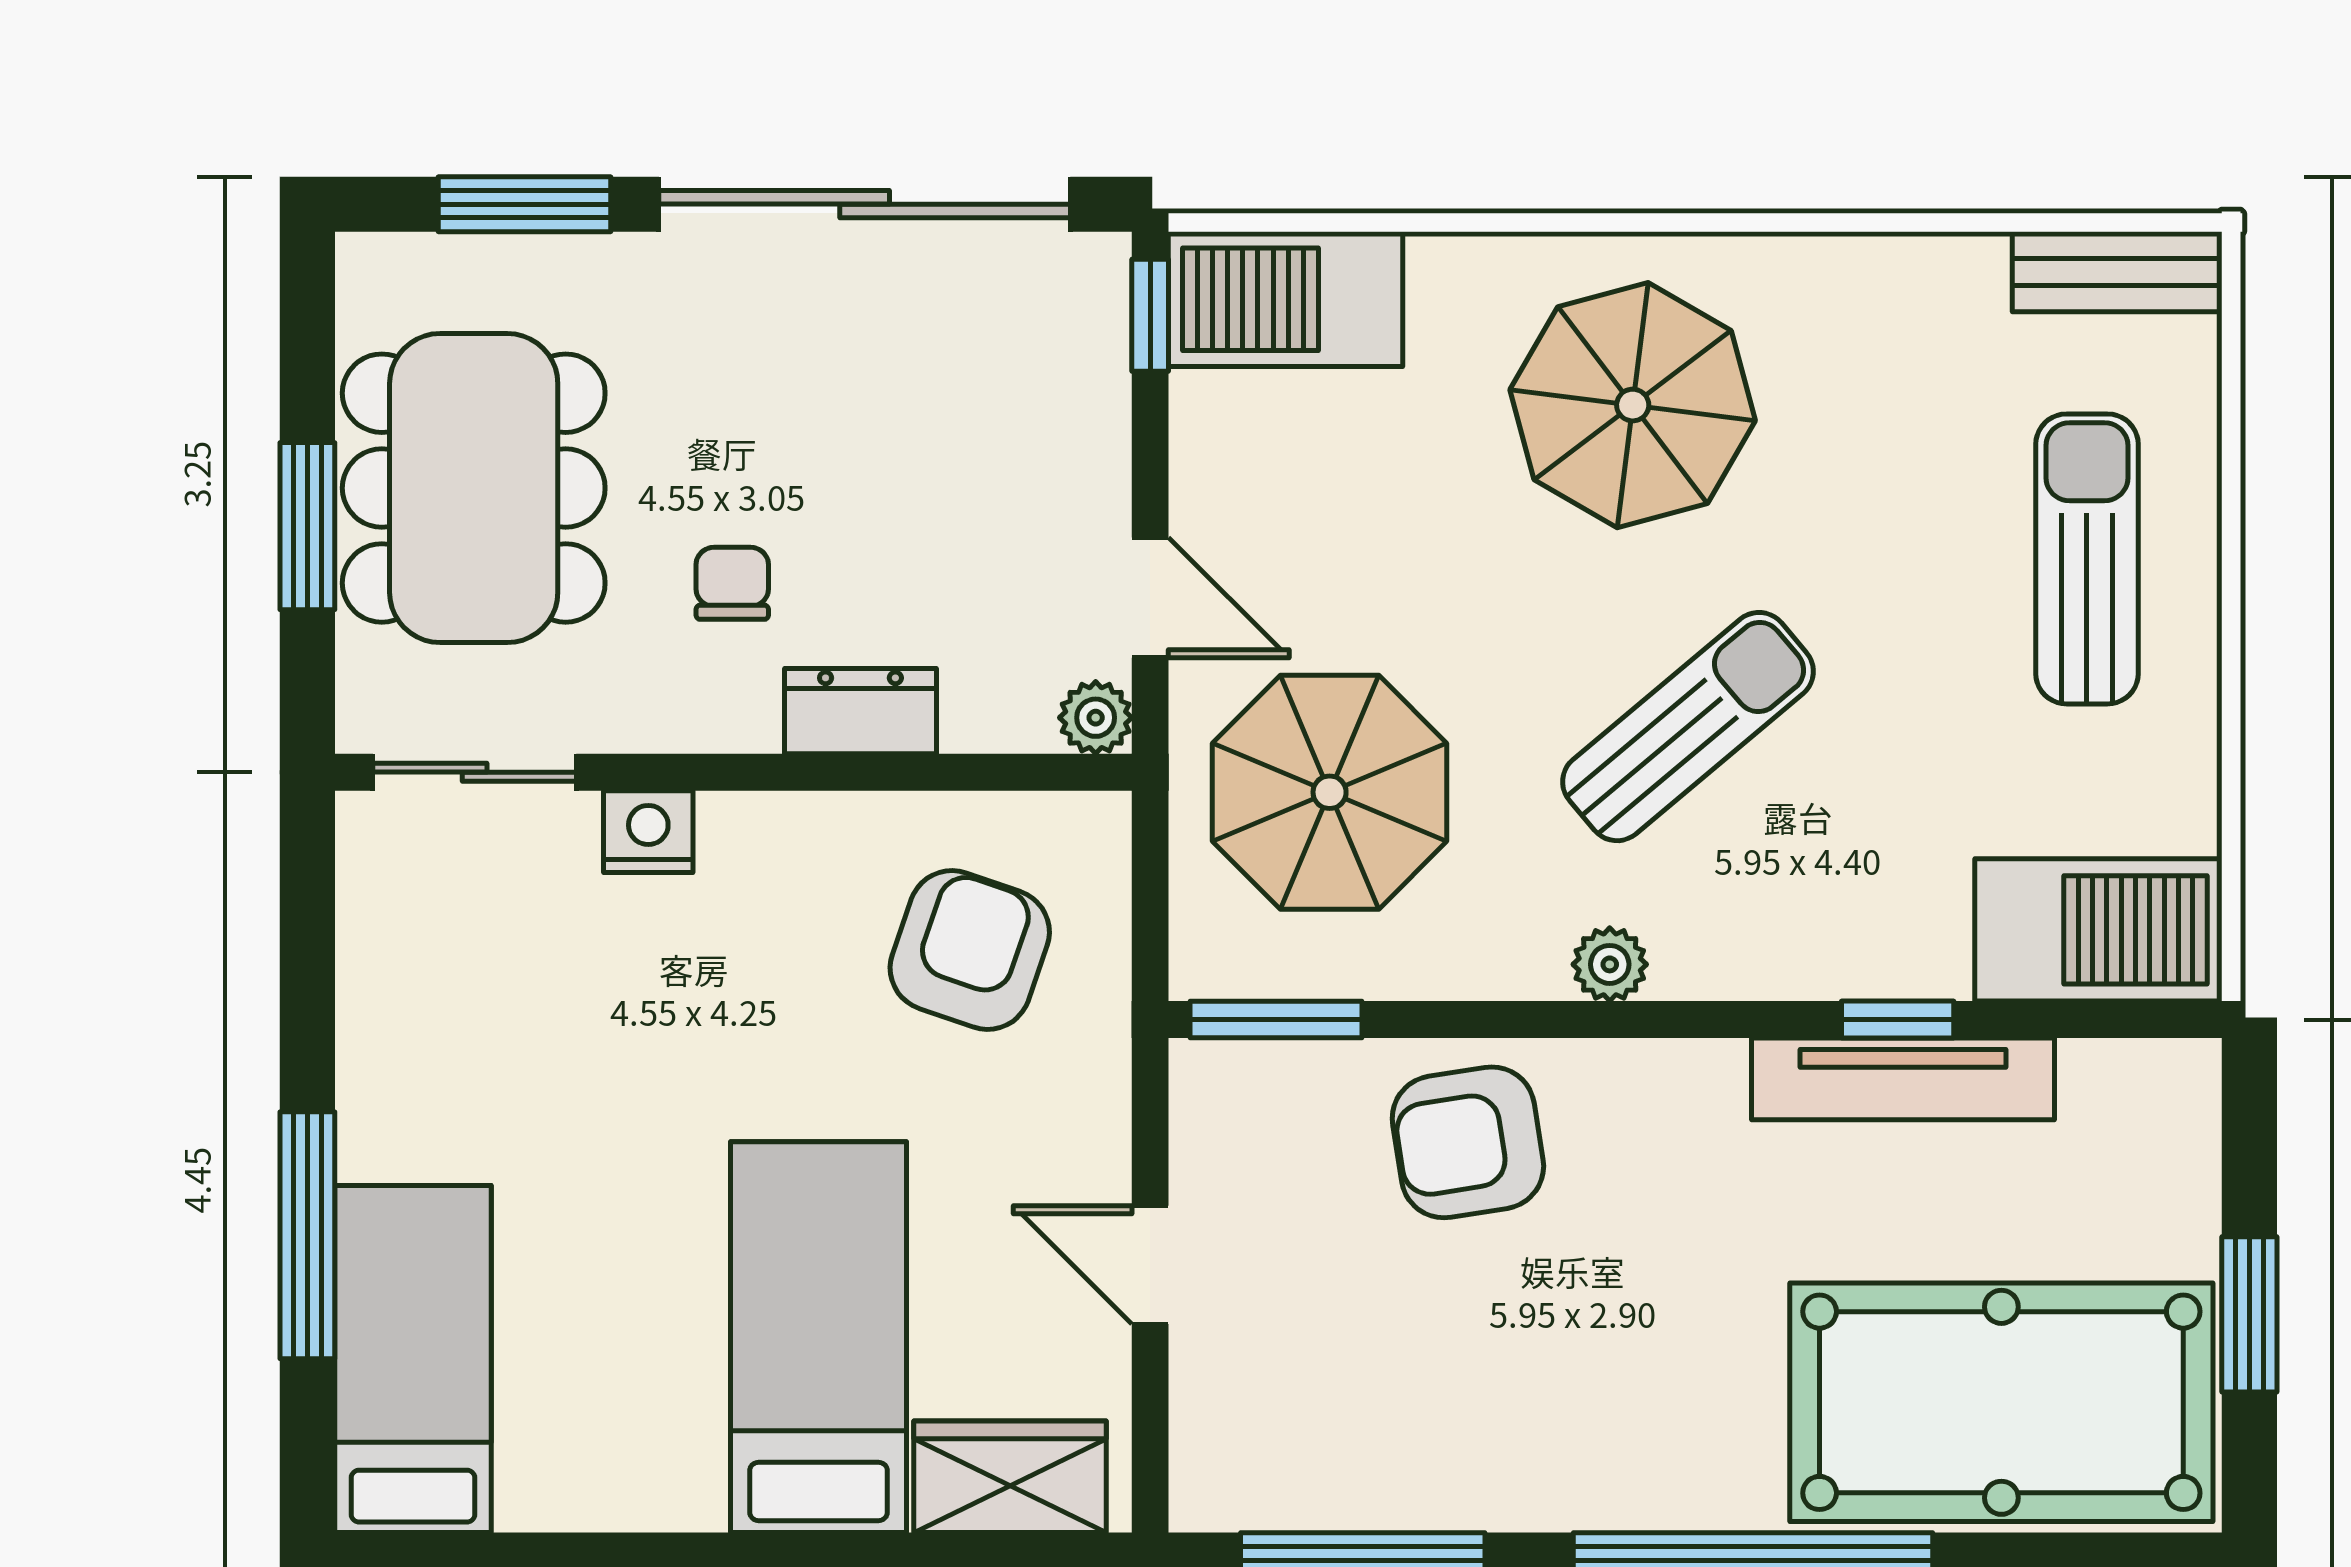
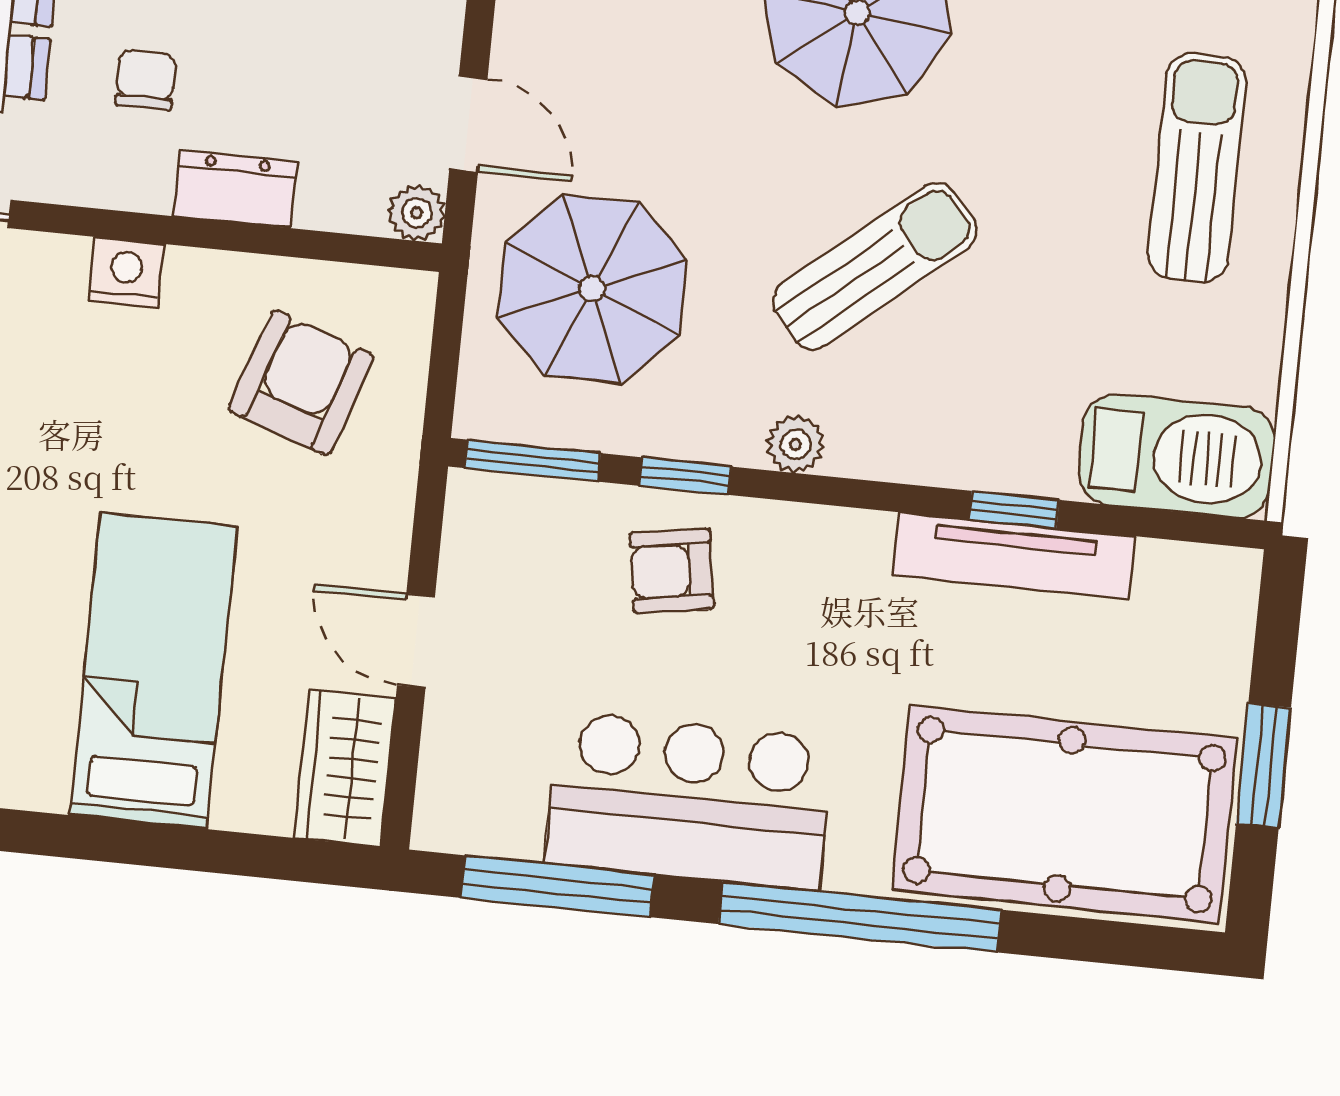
nightstand: (648, 832) -> (126, 272), moved
window: (1473, 1020) -> (685, 476), added
armchair: (1468, 1142) -> (672, 571), width x0.72, depth x0.72
bar counter: (1520, 1434) -> (689, 801), added
wardrobe: (1010, 1477) -> (345, 768), moved, turned -90

